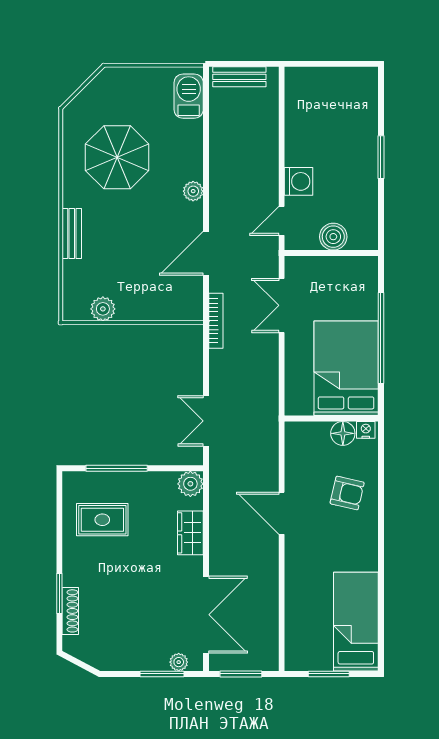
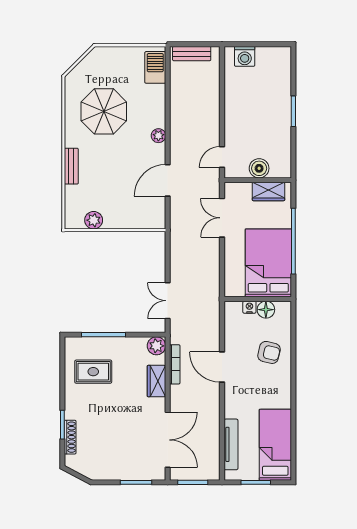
washing machine: (299, 181) -> (245, 56), moved, turned 90
wardrobe: (346, 269) -> (268, 191), added
bookcase: (216, 321) -> (175, 364), moved
nightstand: (366, 430) -> (249, 307), moved
tv unit: (294, 621) -> (231, 444), added
plant: (179, 662) -> (148, 474), removed

